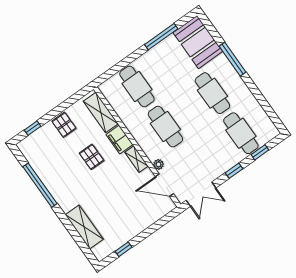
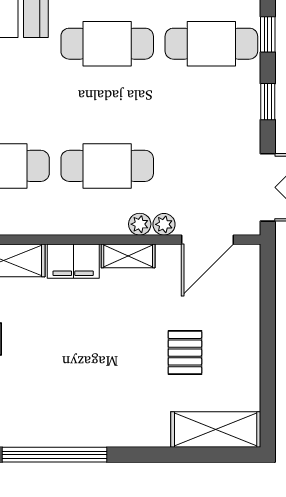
plant: (152, 155) -> (140, 224), added
pallet: (92, 157) -> (185, 353), moved, turned 90
shelving: (84, 227) -> (216, 430), moved
window: (124, 249) -> (268, 389), removed

